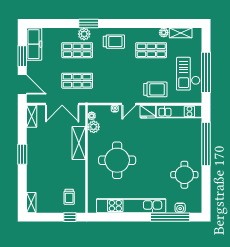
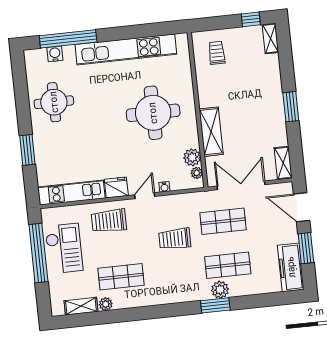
trolley: (114, 42) -> (175, 239), moved
window: (206, 144) -> (27, 150), width x0.47
window: (70, 217) -> (251, 19), moved

